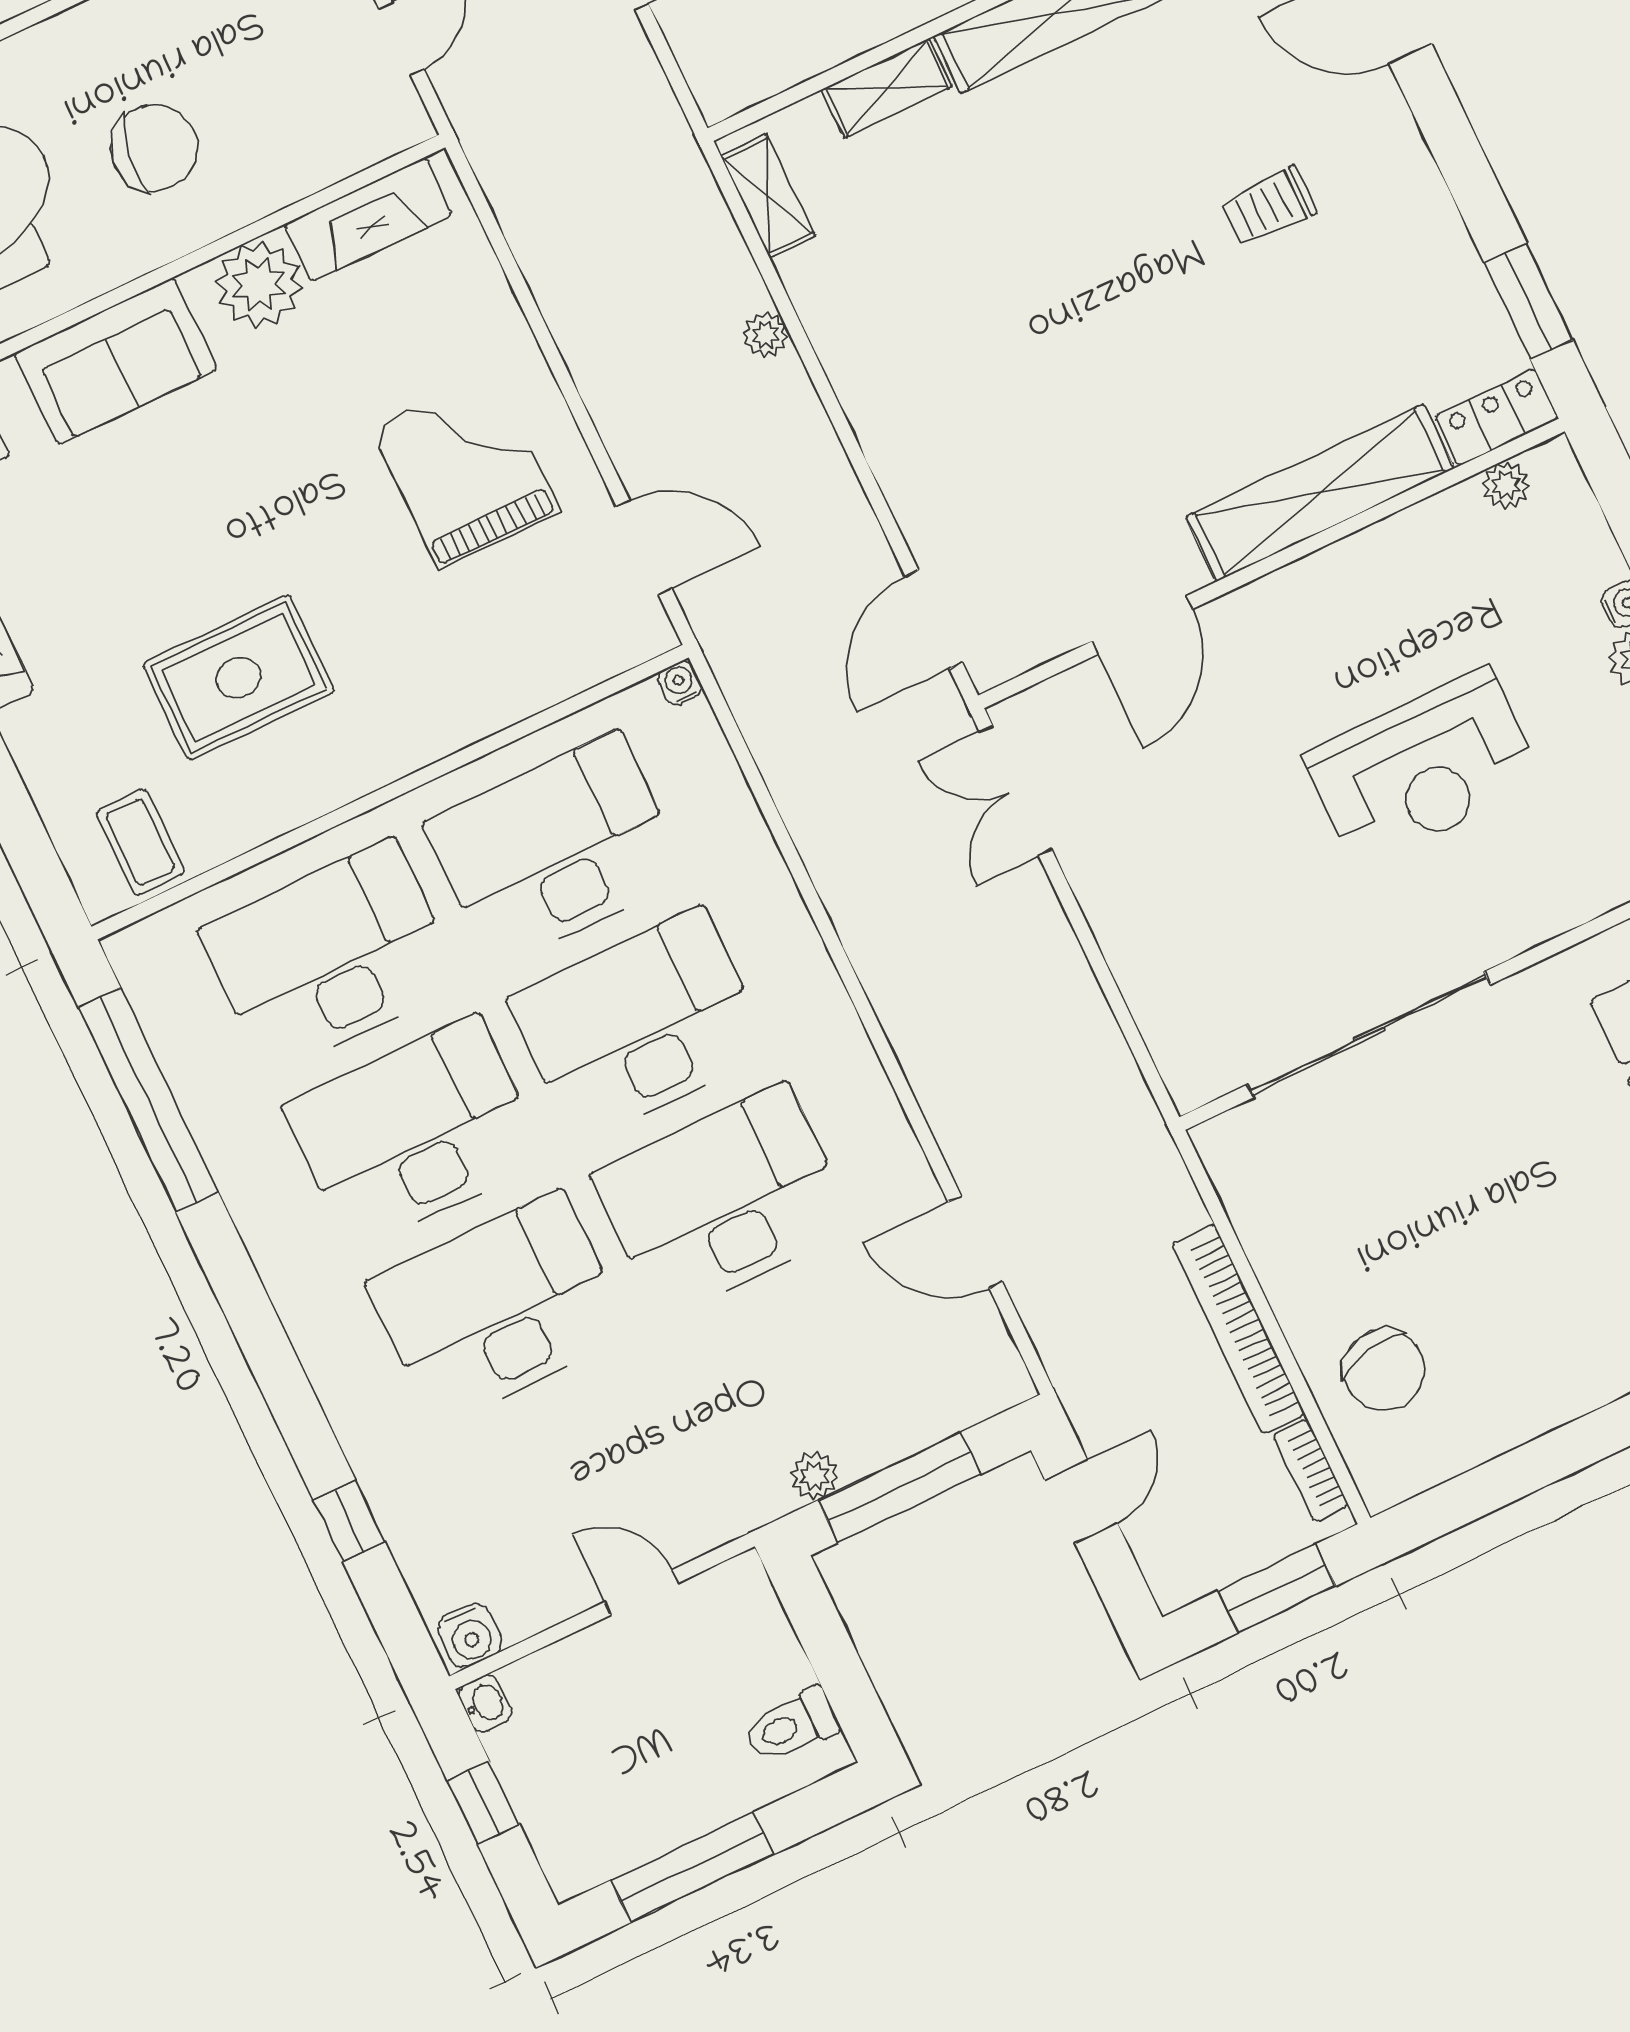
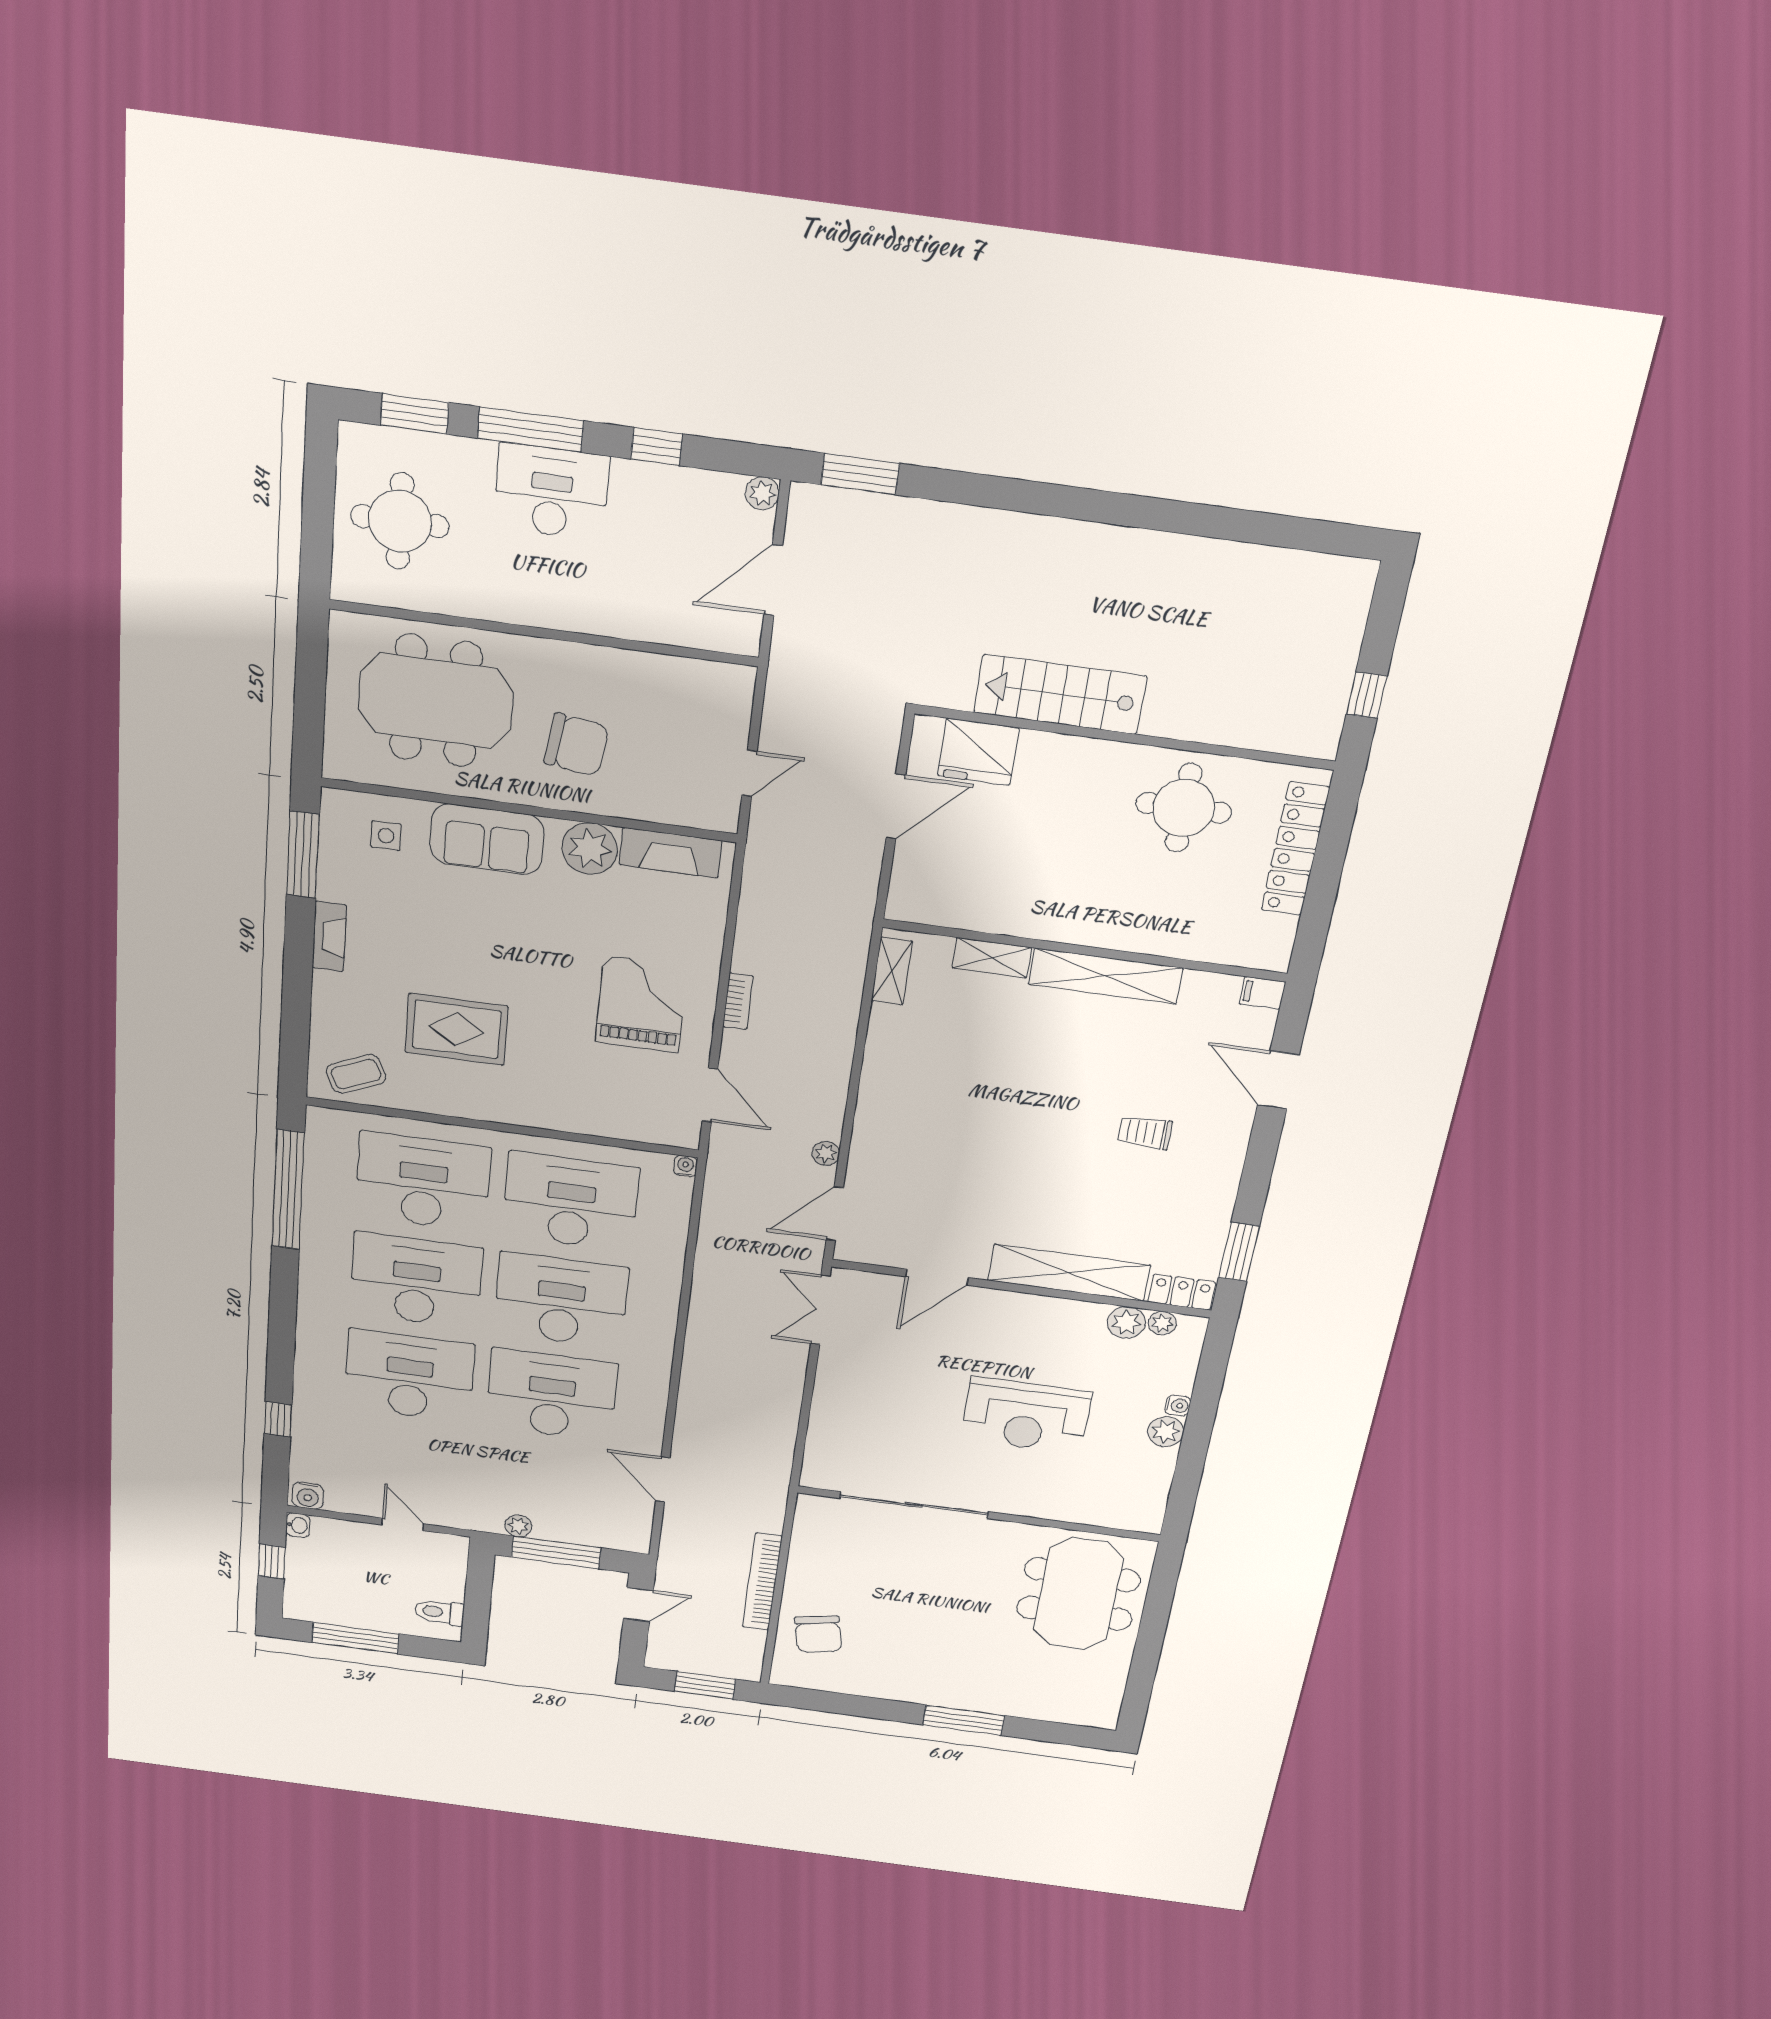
plant: (766, 335) -> (826, 1153), moved
plant: (1456, 518) -> (1126, 1323), added
coffee table: (140, 842) -> (356, 1074), turned 66
bookcase: (1311, 1470) -> (738, 1001), moved, turned 180

